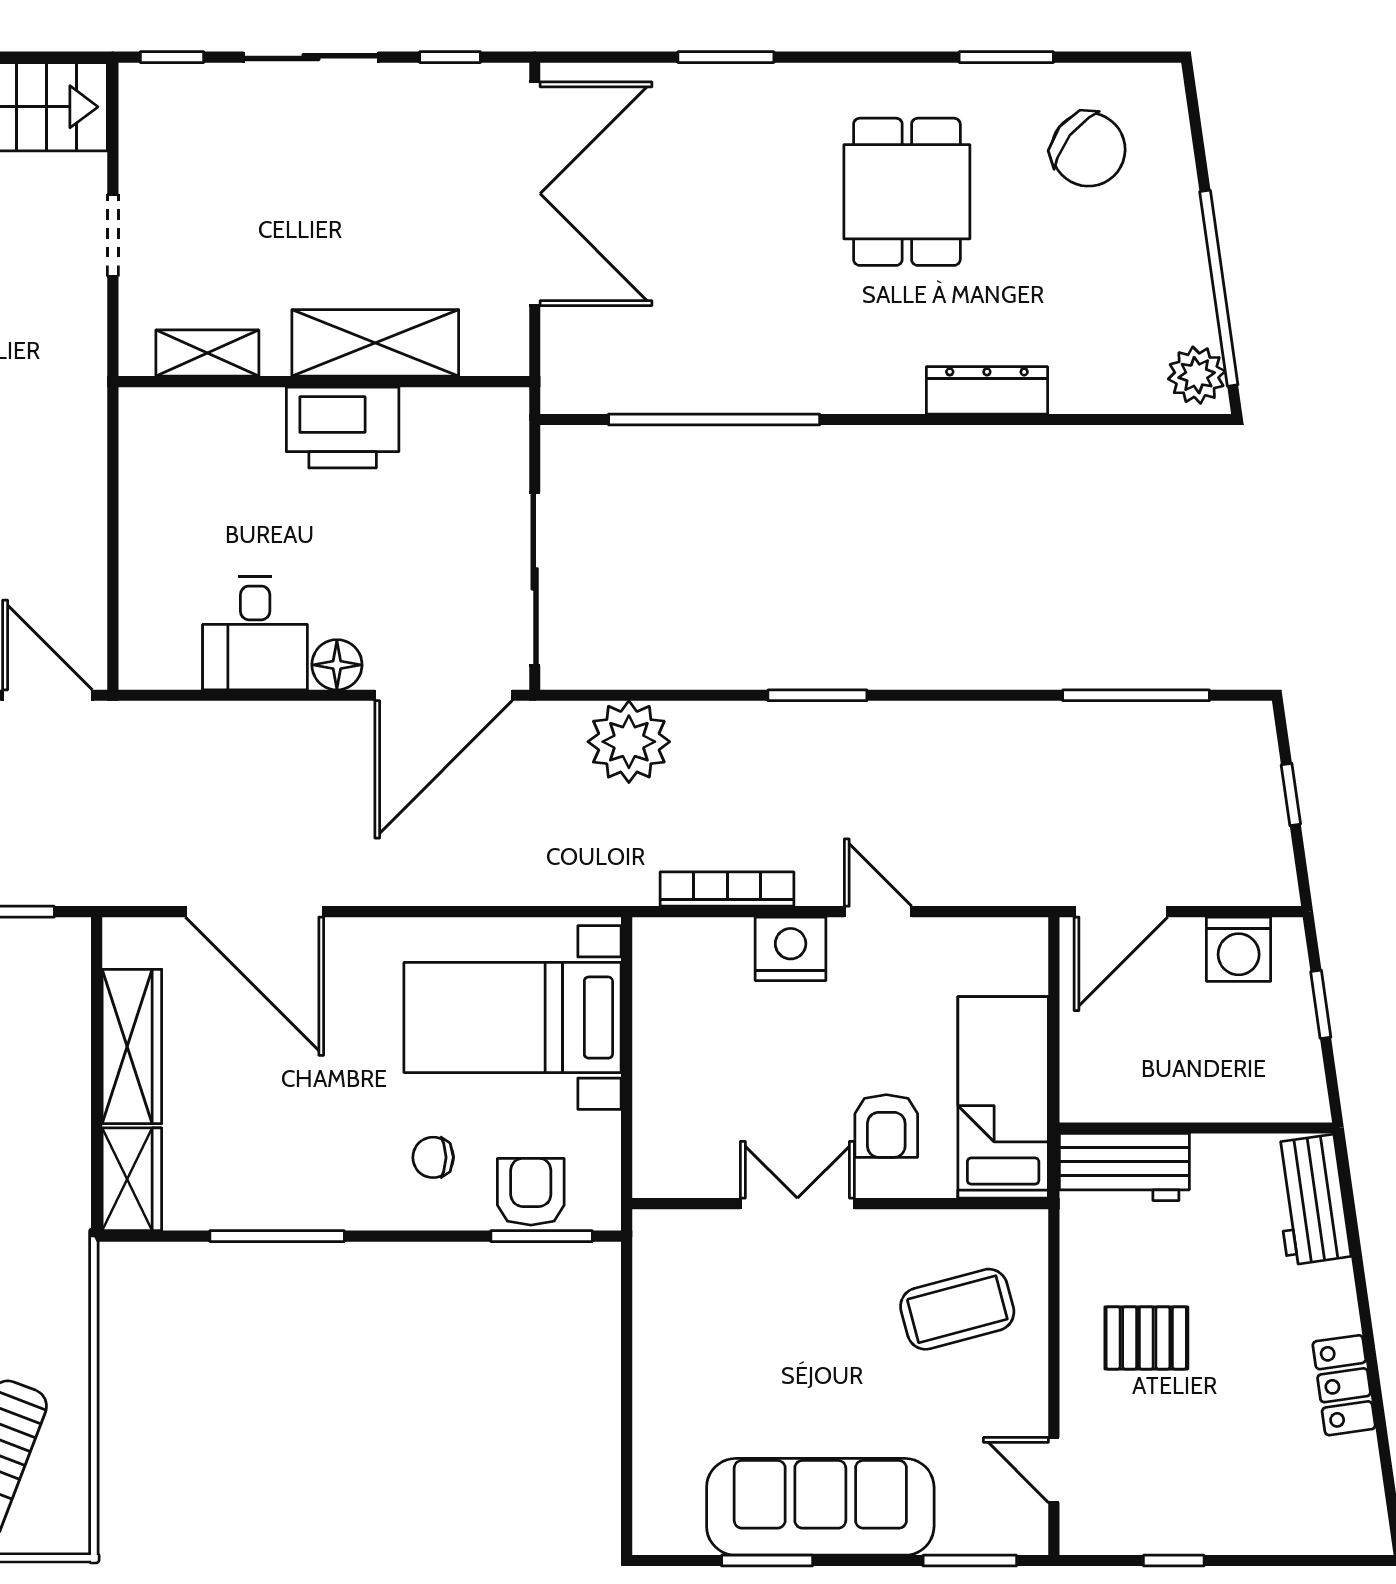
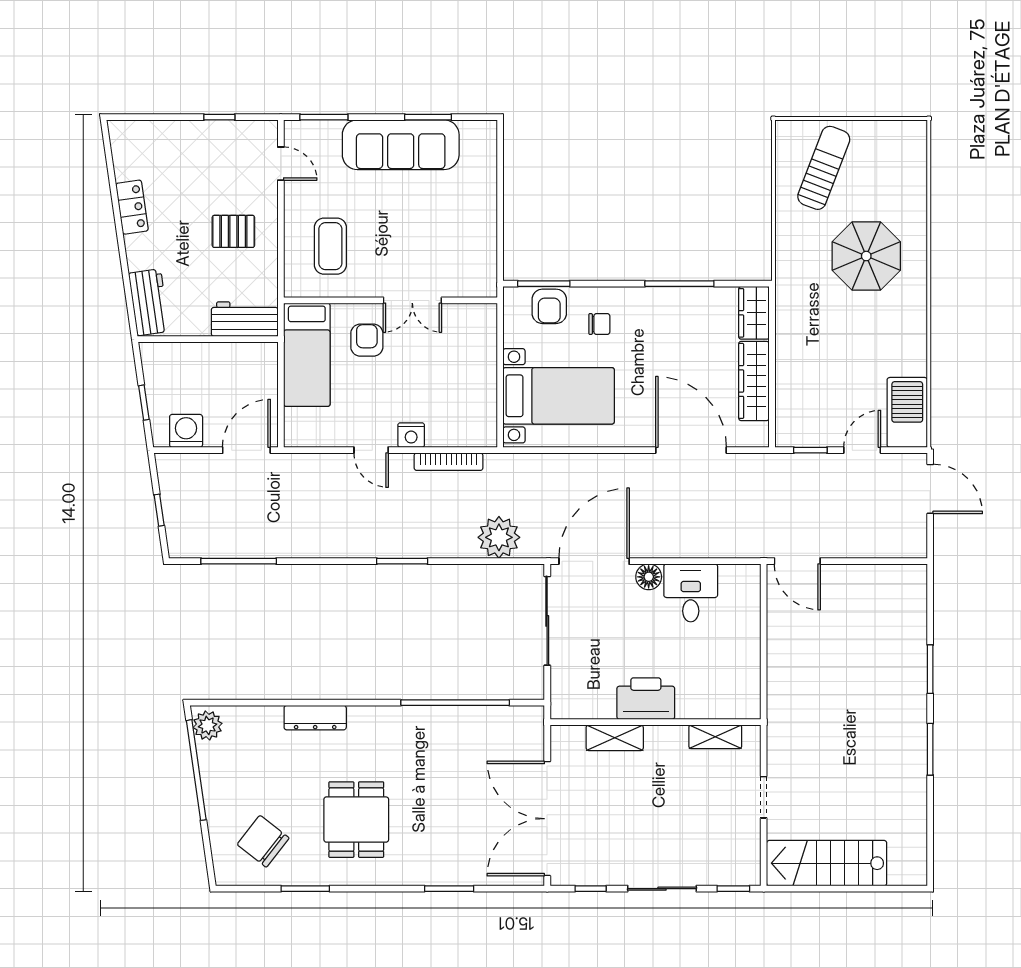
shelving: (375, 343) -> (615, 738), width x0.67, depth x0.75
nightstand: (791, 949) -> (411, 435), width x0.74, depth x0.75
coffee table: (957, 1309) -> (330, 246), turned -75

